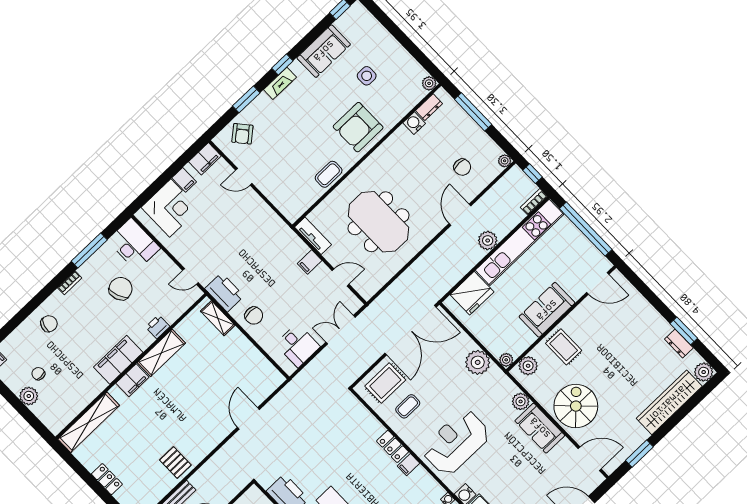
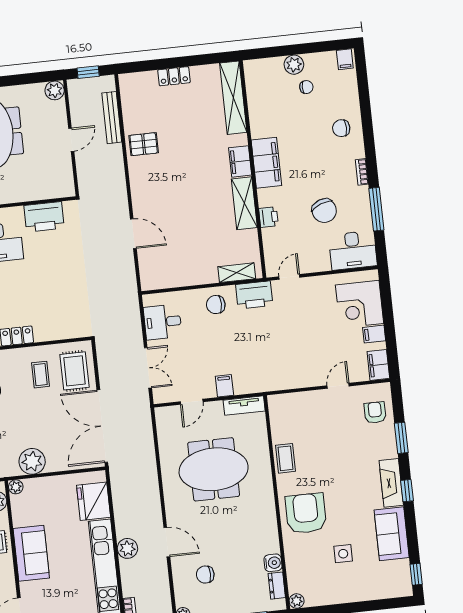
fireplace: (280, 83) -> (391, 483), width x1.37, depth x1.32
armchair: (242, 134) -> (375, 412), turned 40
chair: (49, 324) -> (341, 128), turned 73

